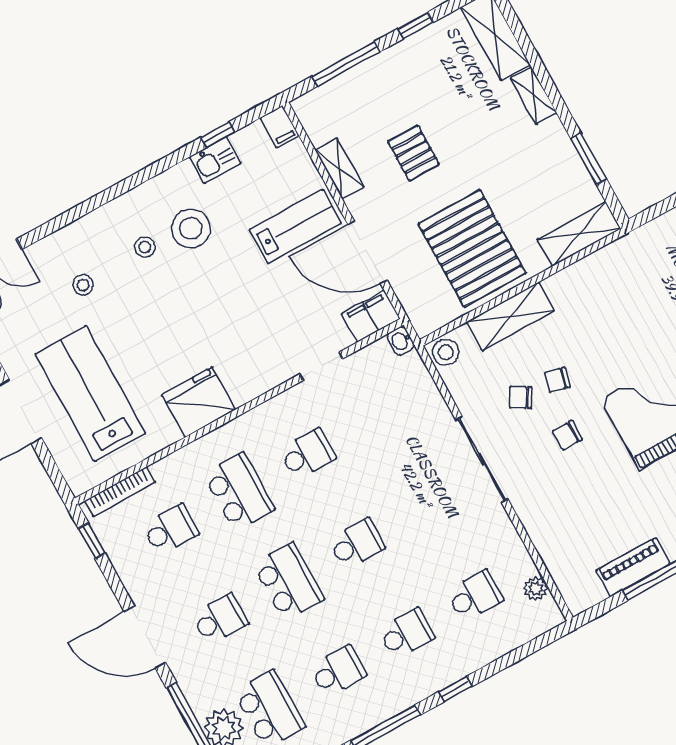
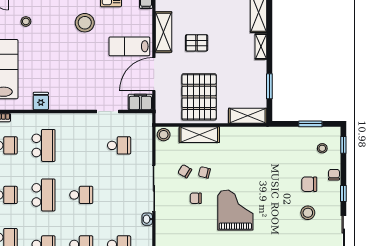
pallet: (414, 153) -> (197, 43), turned 90
shelving: (339, 168) -> (164, 32), width x1.50, depth x1.33
lab bench: (295, 226) -> (129, 46), turned 180
stool: (145, 247) -> (61, 20), removed
door: (367, 252) -> (154, 74), hinge flipped
washbasin: (401, 341) -> (147, 219), moved
fridge: (199, 402) -> (41, 101), width x0.53, depth x0.75
school desk: (307, 454) -> (119, 145), moved

